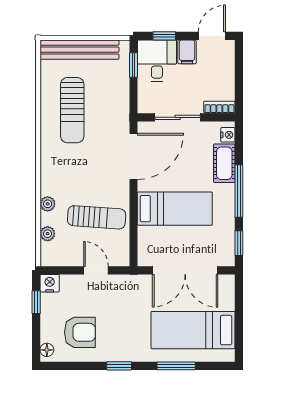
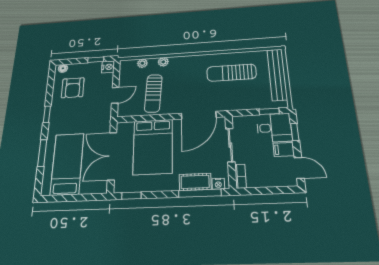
door: (133, 156) -> (199, 115), hinge flipped
window: (239, 191) -> (200, 193), moved
bed: (175, 209) -> (153, 147), width x1.50

